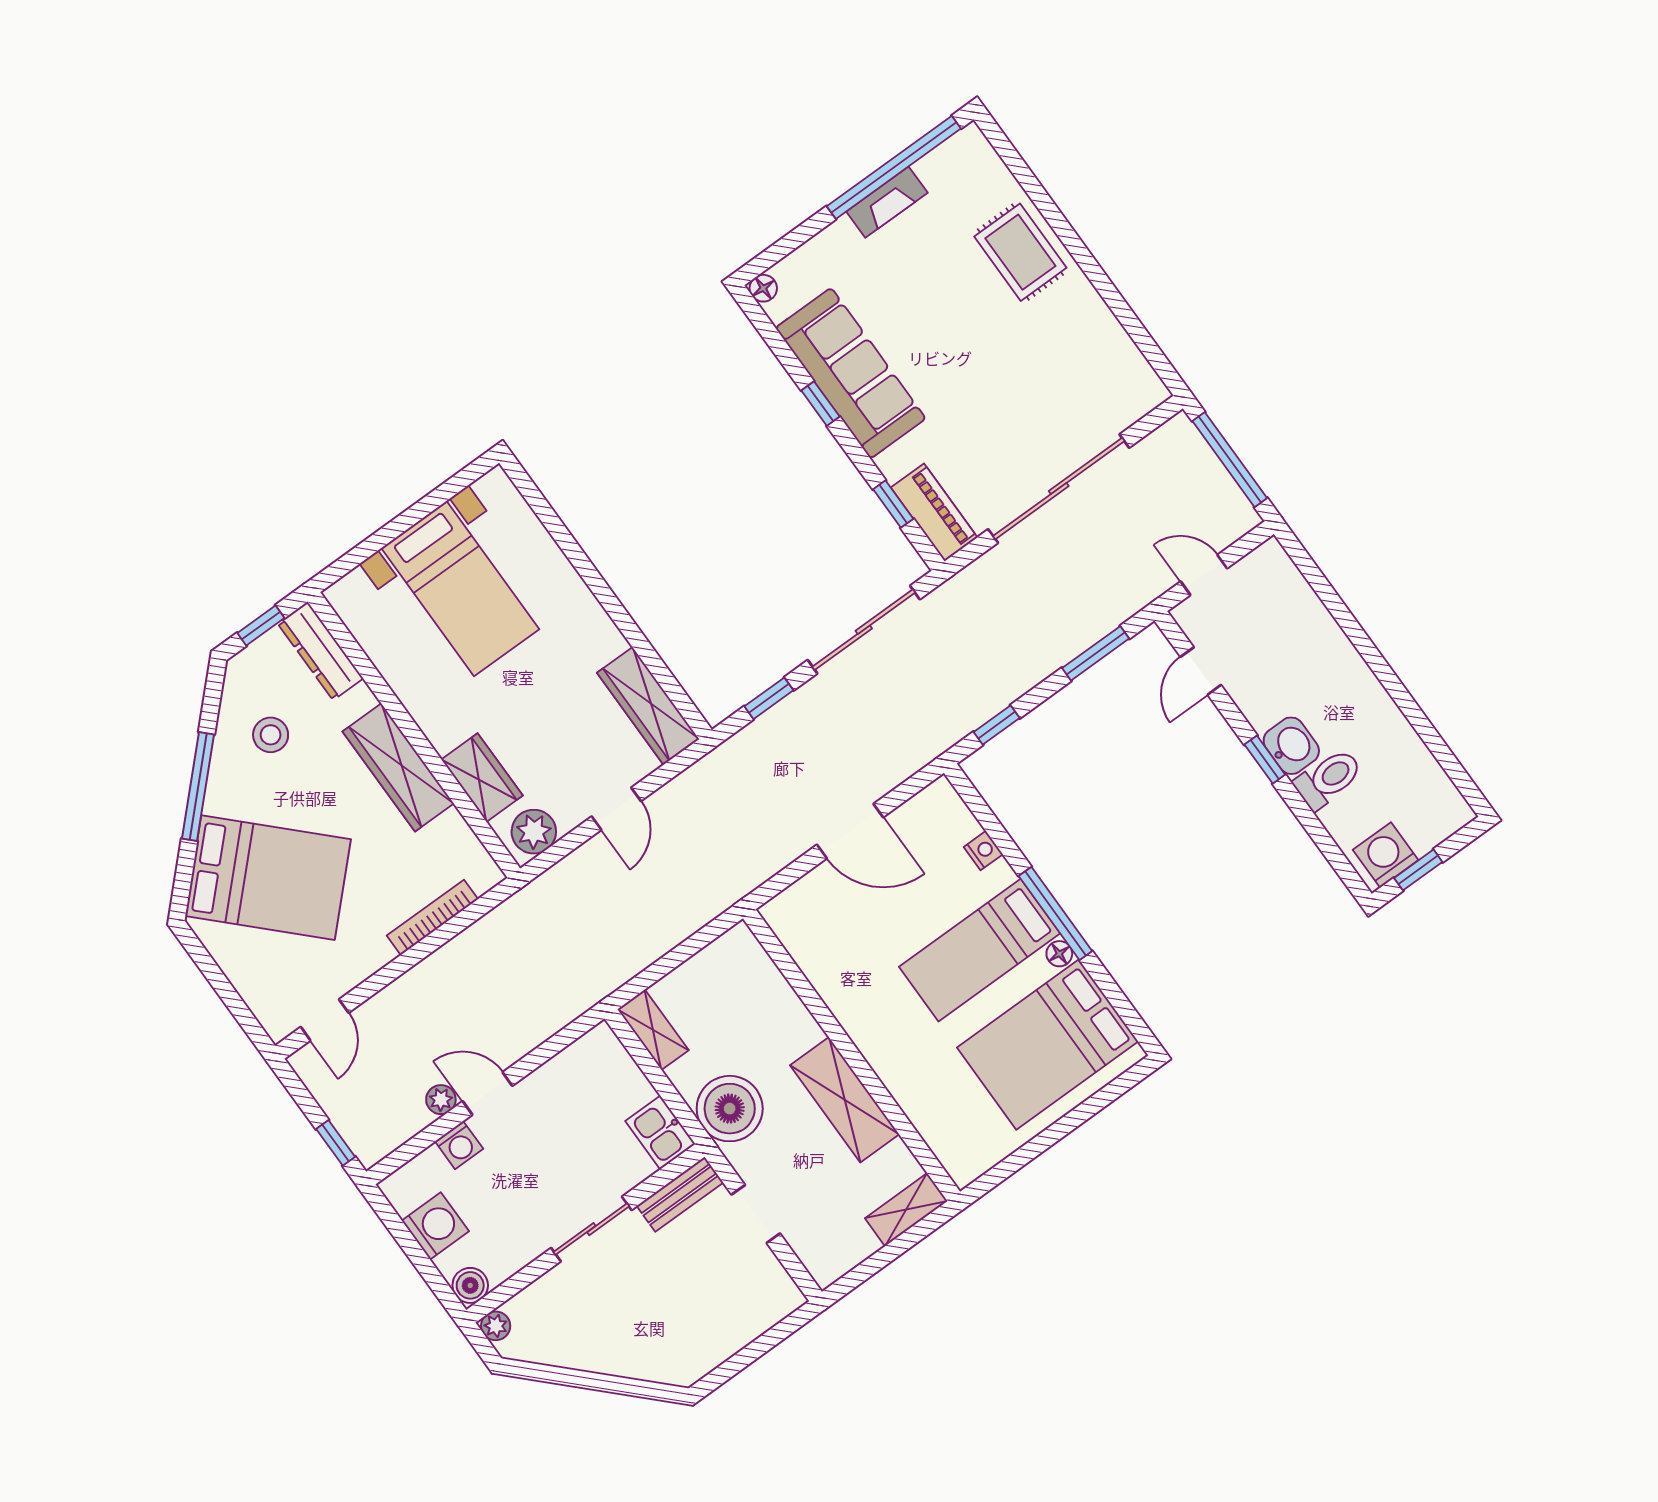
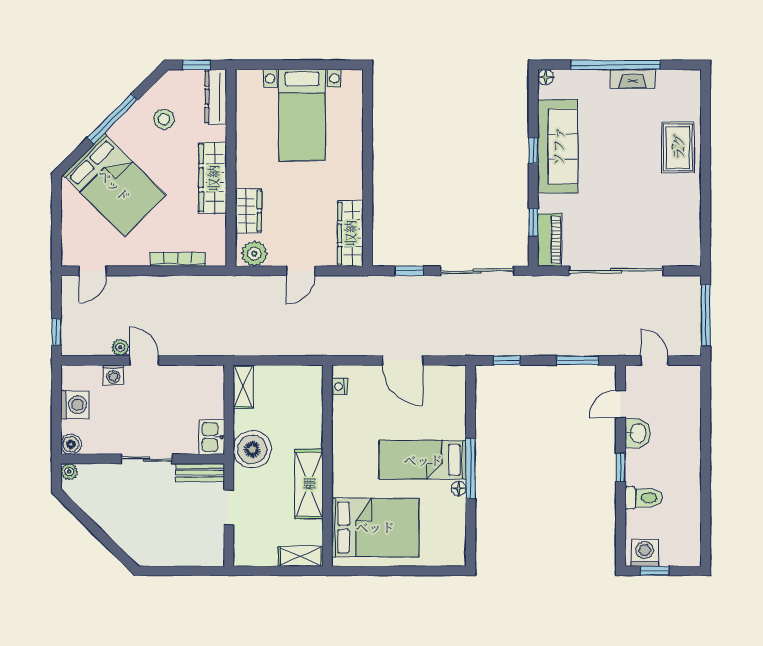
window: (894, 167) -> (616, 65), moved
washbasin: (1291, 746) -> (638, 433), moved
nightstand: (983, 851) -> (340, 387), moved, turned 180
bed: (1048, 1044) -> (375, 527), moved, turned 180

